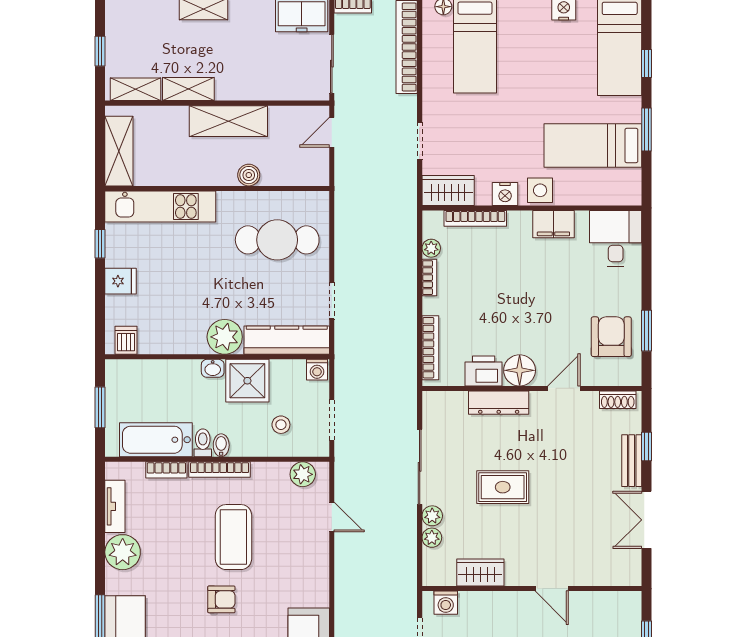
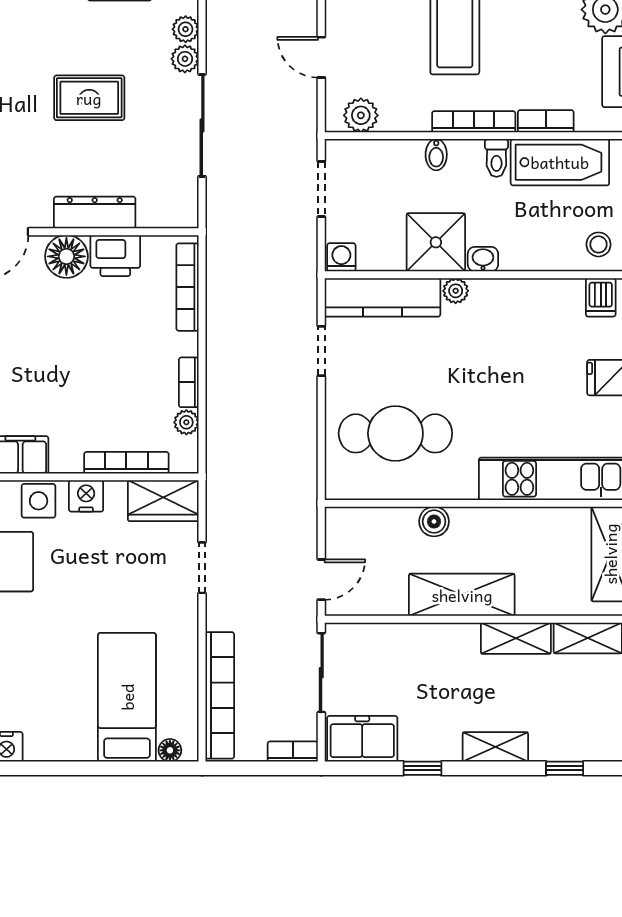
plant: (225, 337) -> (456, 291), width x0.53, depth x0.53
stool: (281, 425) -> (598, 244), moved
bidet: (221, 445) -> (436, 155), moved

